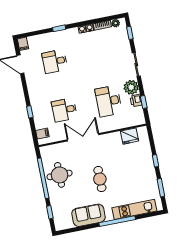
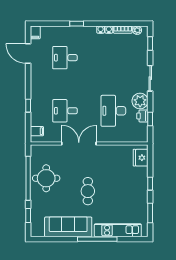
fridge: (129, 136) -> (141, 158), moved, turned 90
sofa: (89, 215) -> (68, 227), width x1.36

